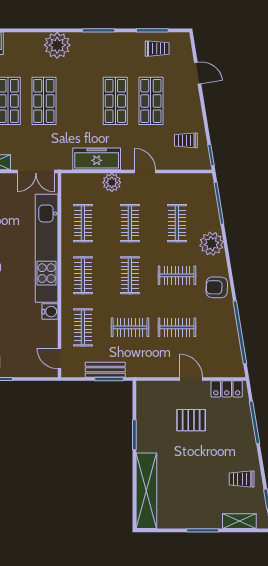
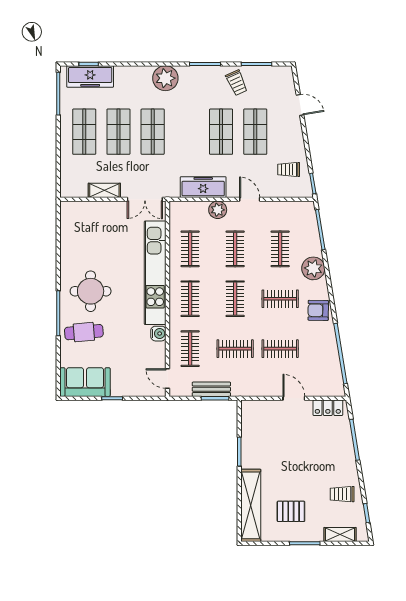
trolley: (157, 49) -> (237, 83), moved, turned 66
pallet: (191, 420) -> (291, 511), moved

